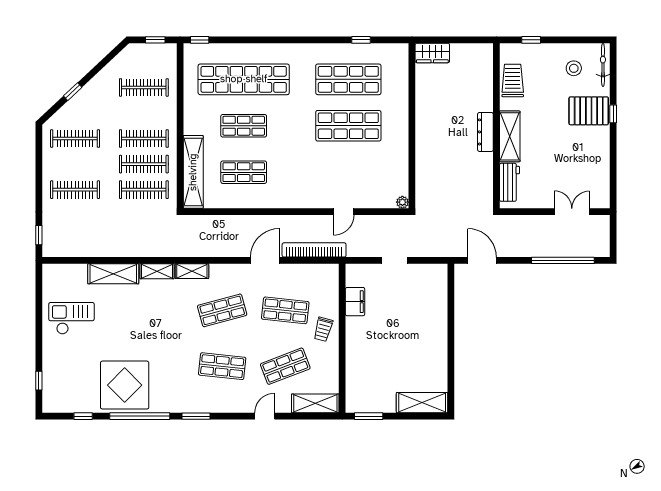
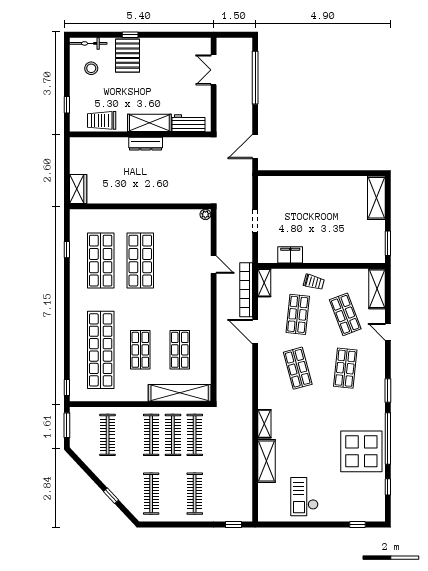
window: (155, 40) -> (67, 425), width x1.50
shelving: (192, 271) -> (264, 283), moved

